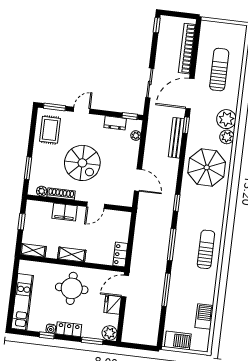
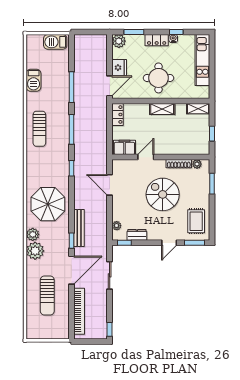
filing cabinet: (65, 212) -> (124, 147), moved
barbecue: (204, 317) -> (34, 80), moved

